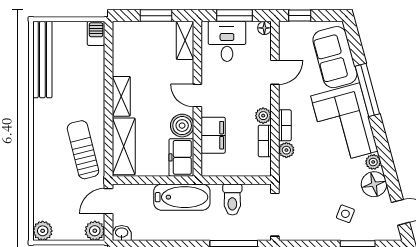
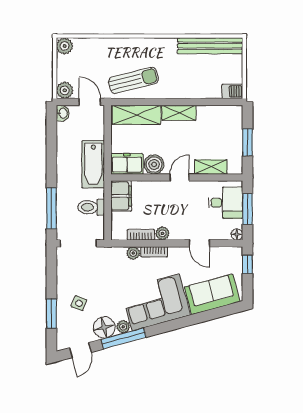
shelving: (185, 40) -> (211, 167), moved
window: (367, 90) -> (124, 338), moved
filing cabinet: (213, 135) -> (121, 196), moved, turned -90

